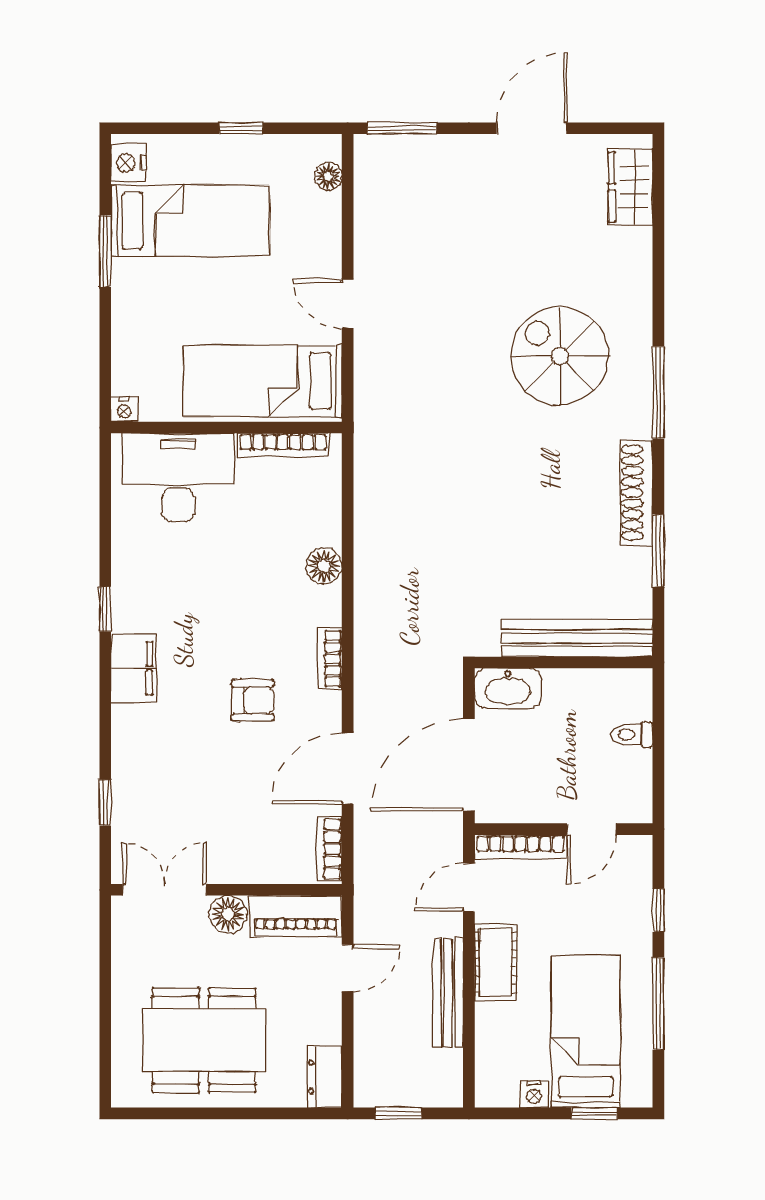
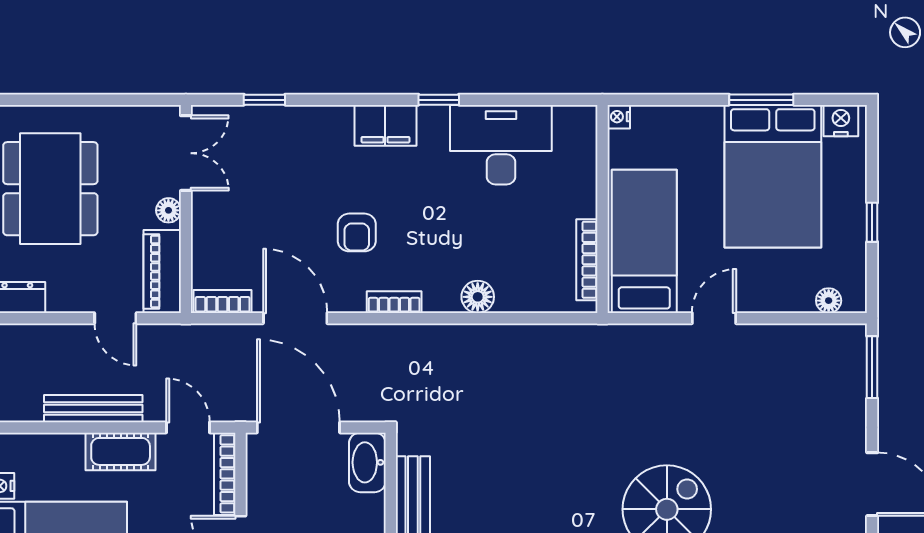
bed: (190, 221) -> (773, 176), width x1.50
desk: (178, 477) -> (501, 145), moved, turned -90
floor lamp: (228, 914) -> (168, 210), width x0.73, depth x0.73

